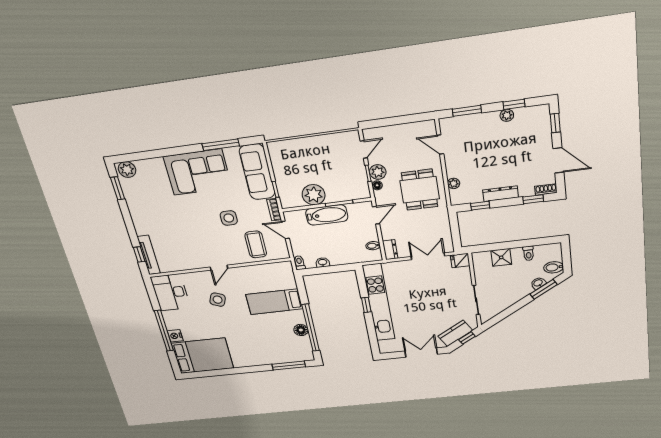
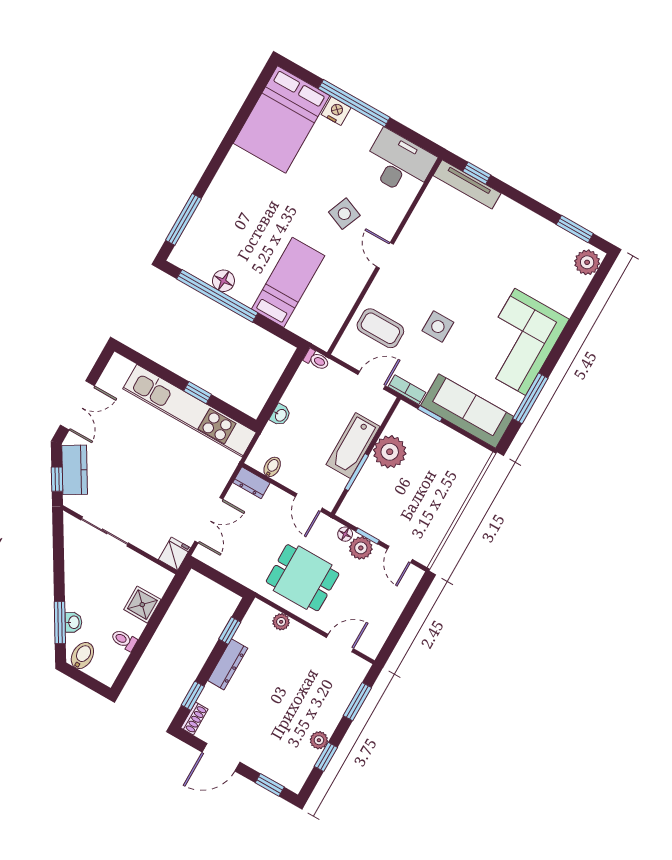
washbasin: (323, 262) -> (280, 415), moved

